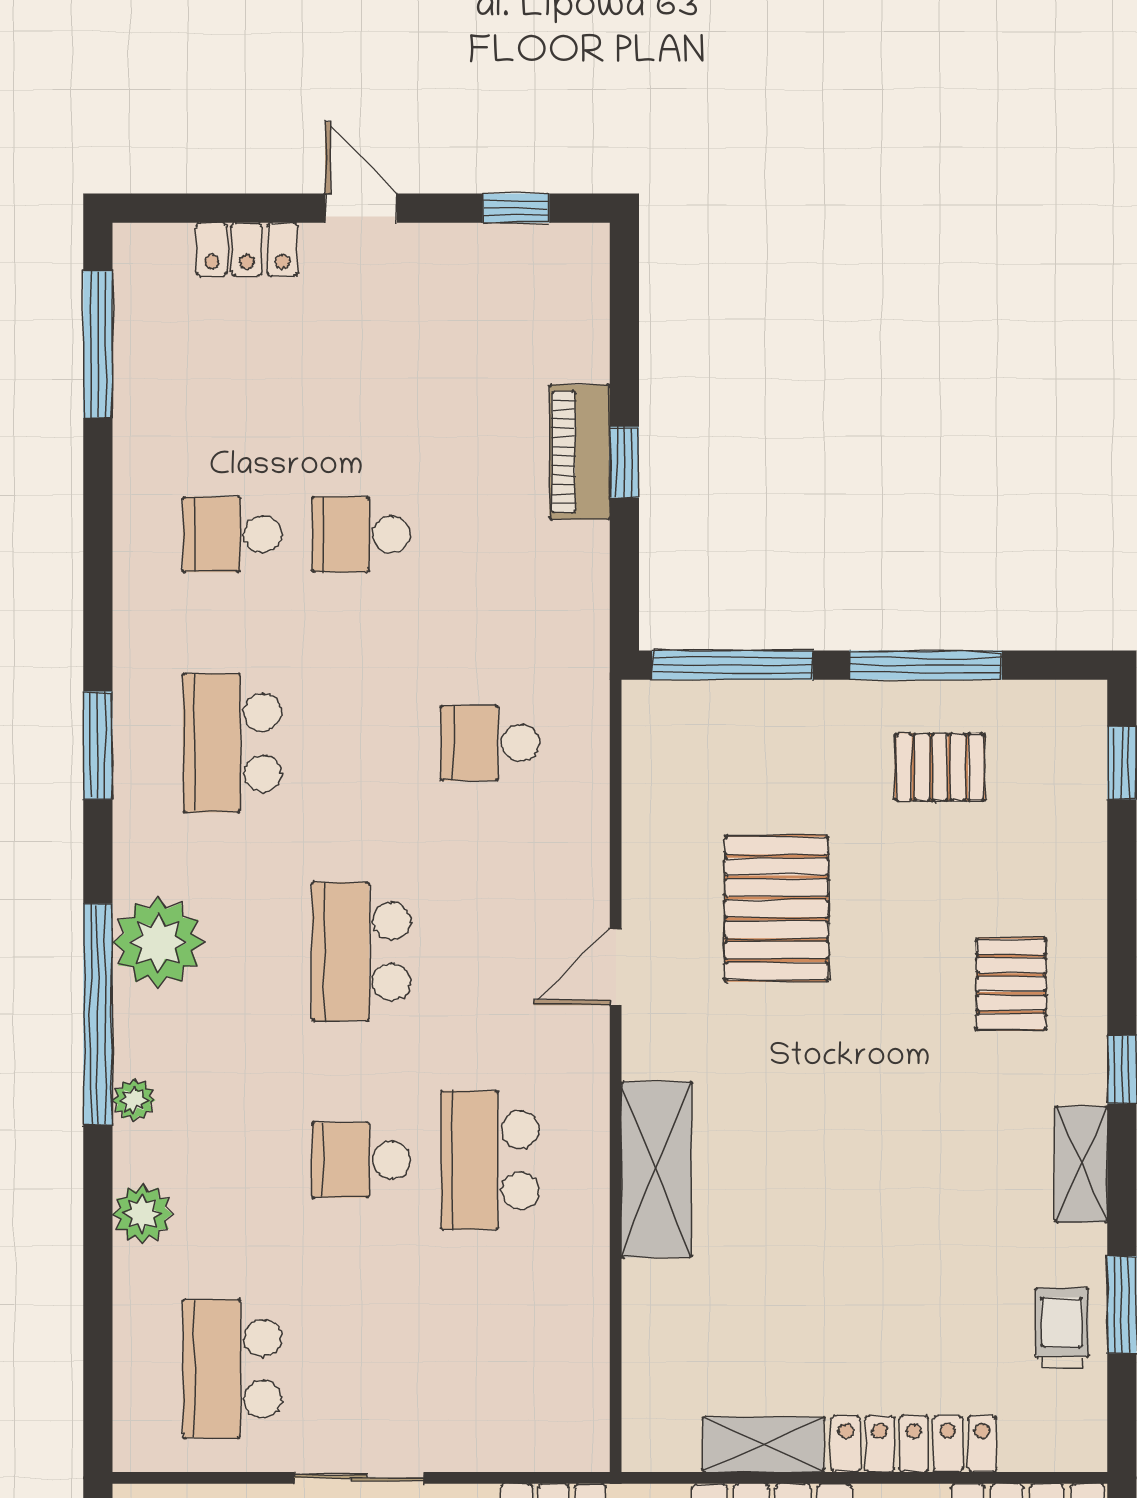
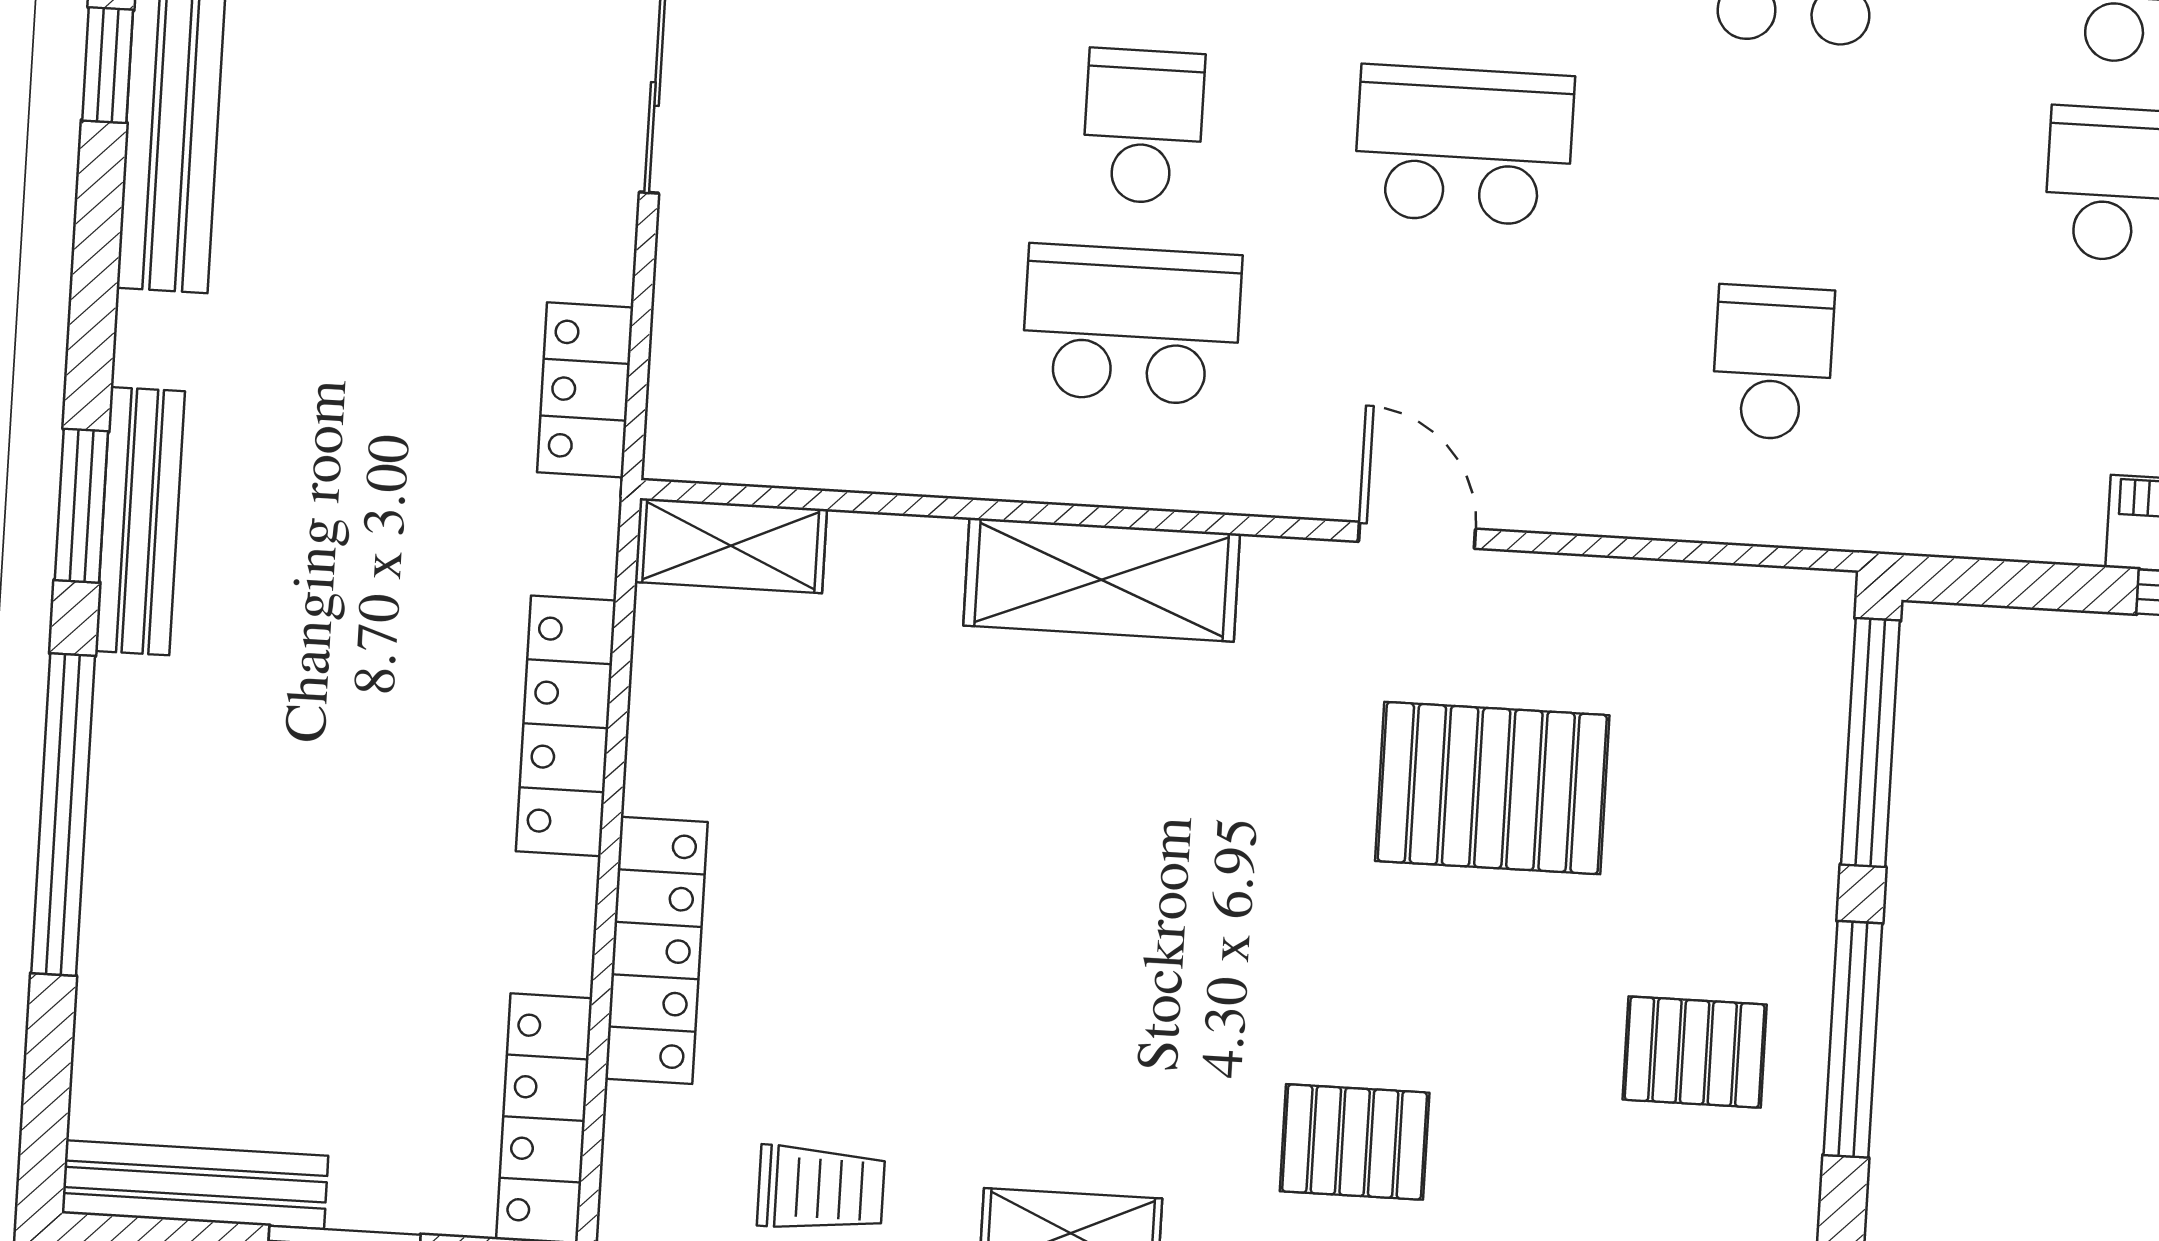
pallet: (940, 767) -> (1695, 1052), turned 90
shelving: (763, 1445) -> (731, 546), moved, turned 90

